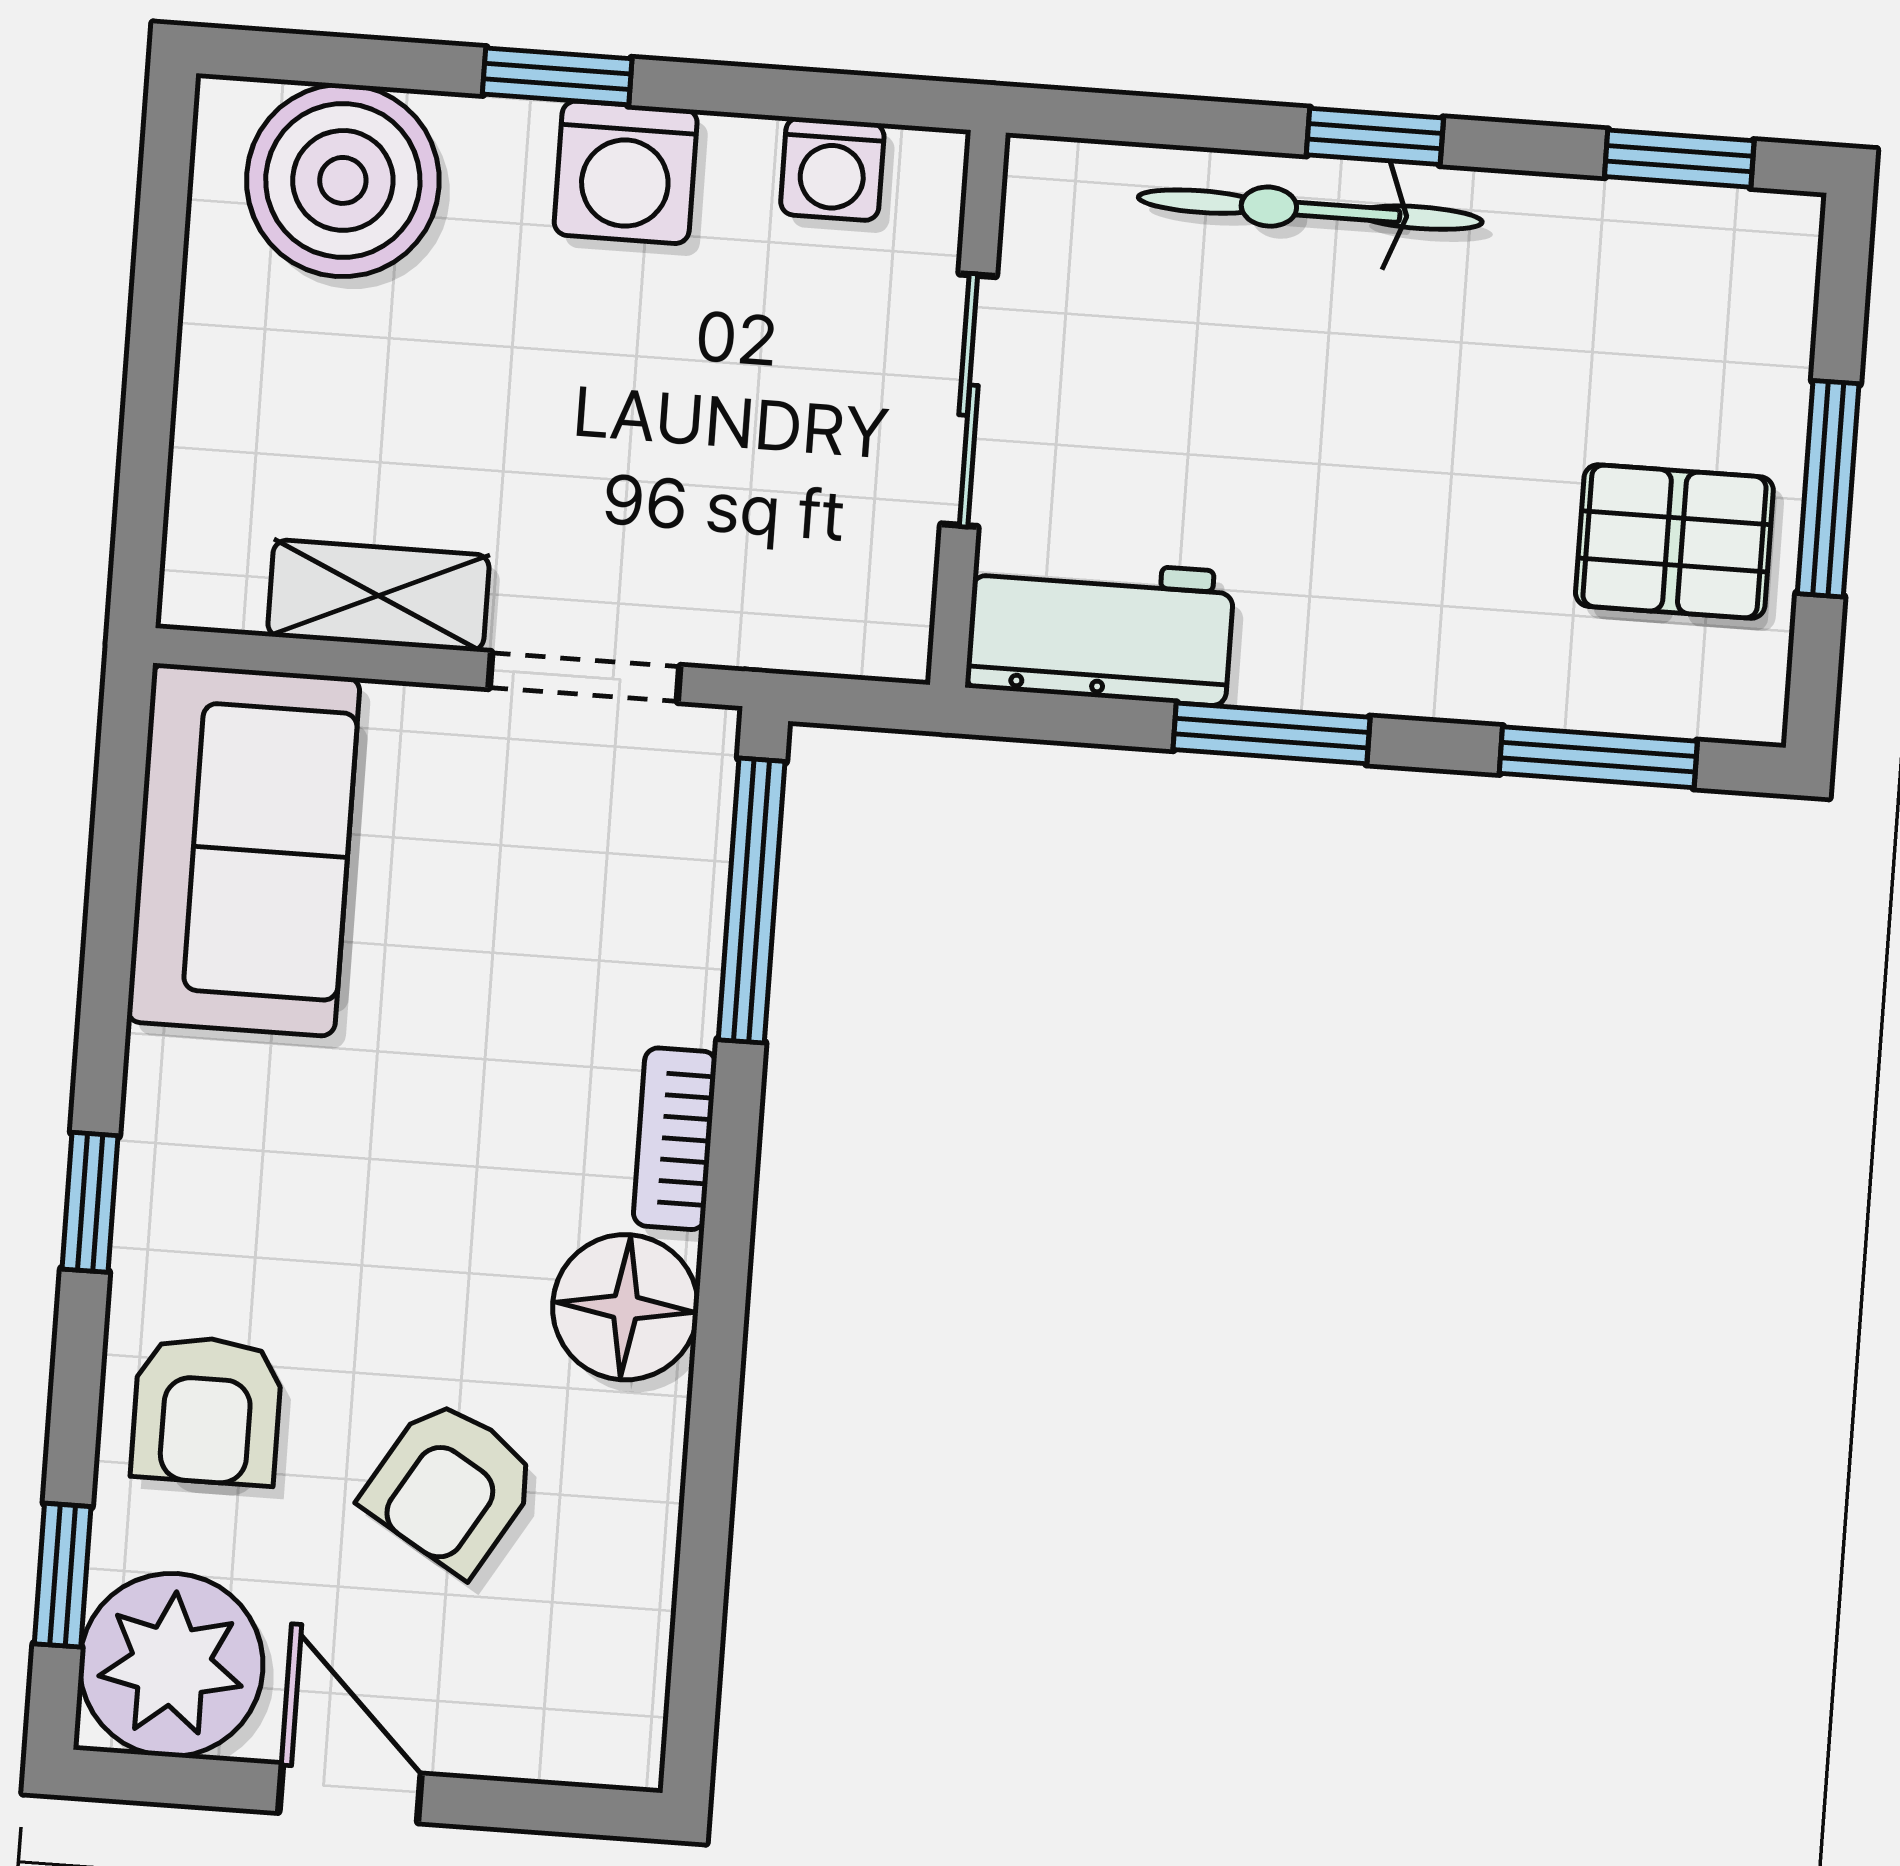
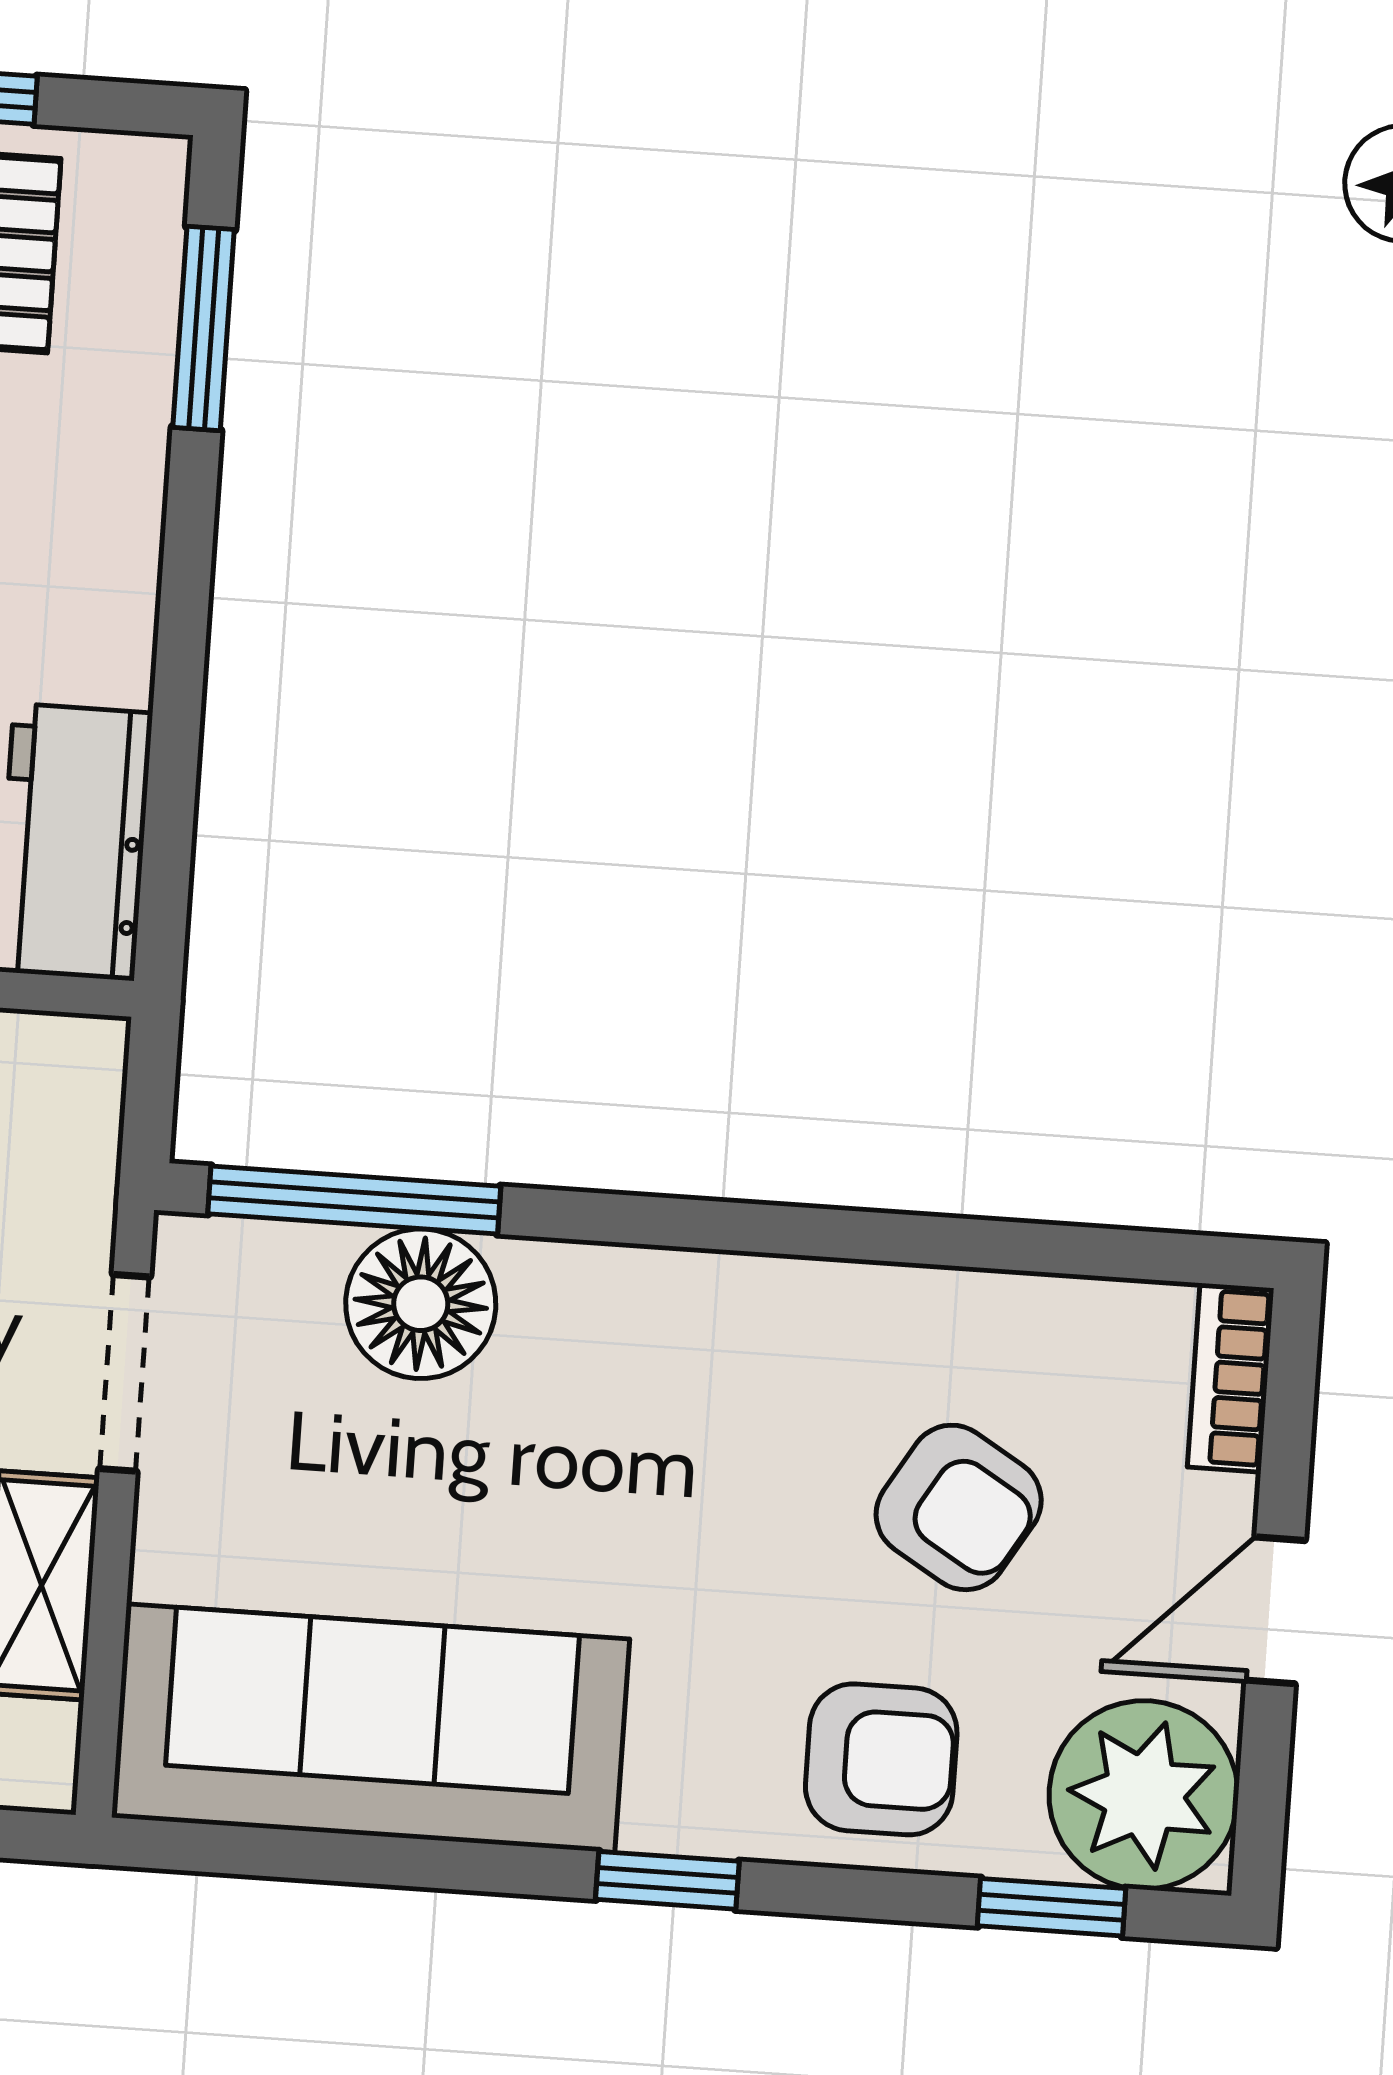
window: (1271, 733) -> (180, 665), removed
sofa: (243, 850) -> (370, 1728), width x1.36
bookcase: (675, 1139) -> (1231, 1378), moved, turned 90
floor lamp: (625, 1307) -> (421, 1304), moved

